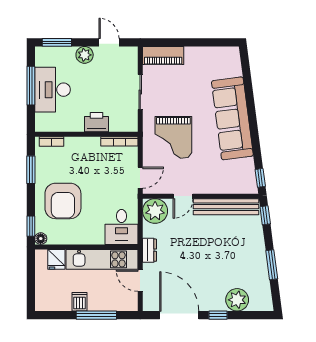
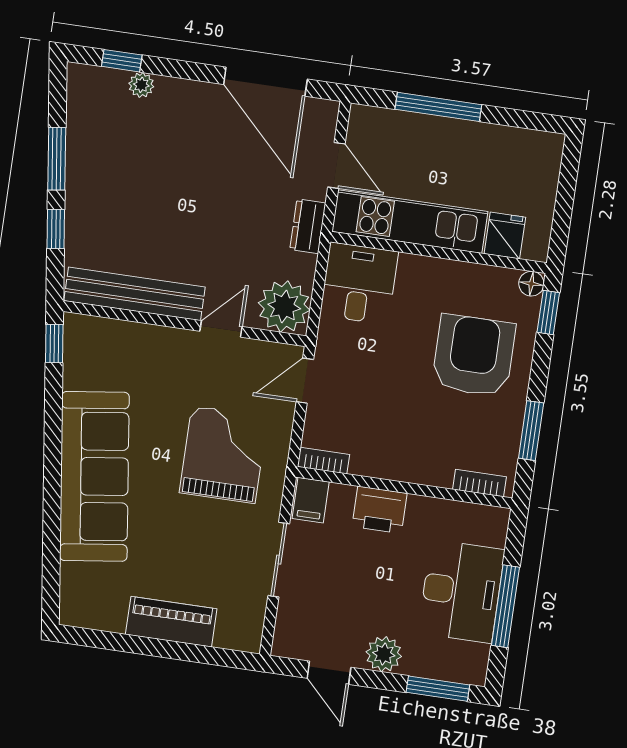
piano: (163, 56) -> (171, 622), moved
filing cabinet: (129, 122) -> (311, 500), added
bookcase: (119, 141) -> (324, 461), width x0.64
window: (265, 215) -> (56, 229), moved
plant: (237, 300) -> (141, 85), width x0.53, depth x0.53
dishwasher: (79, 302) -> (470, 140), removed
window: (218, 315) -> (122, 61), moved

